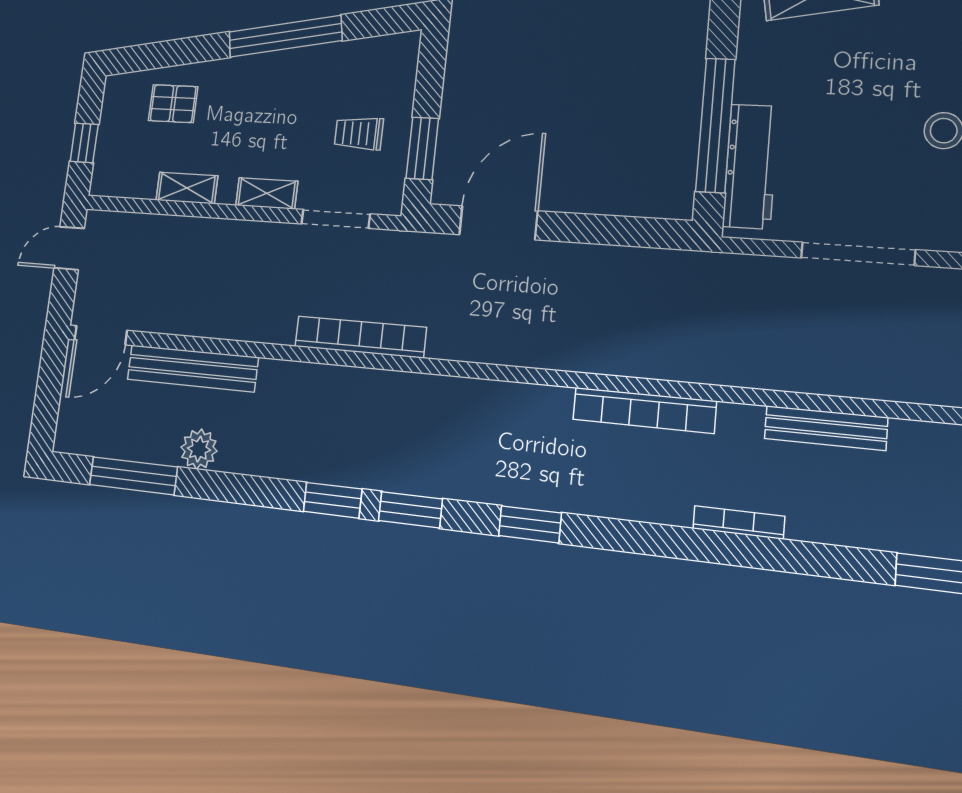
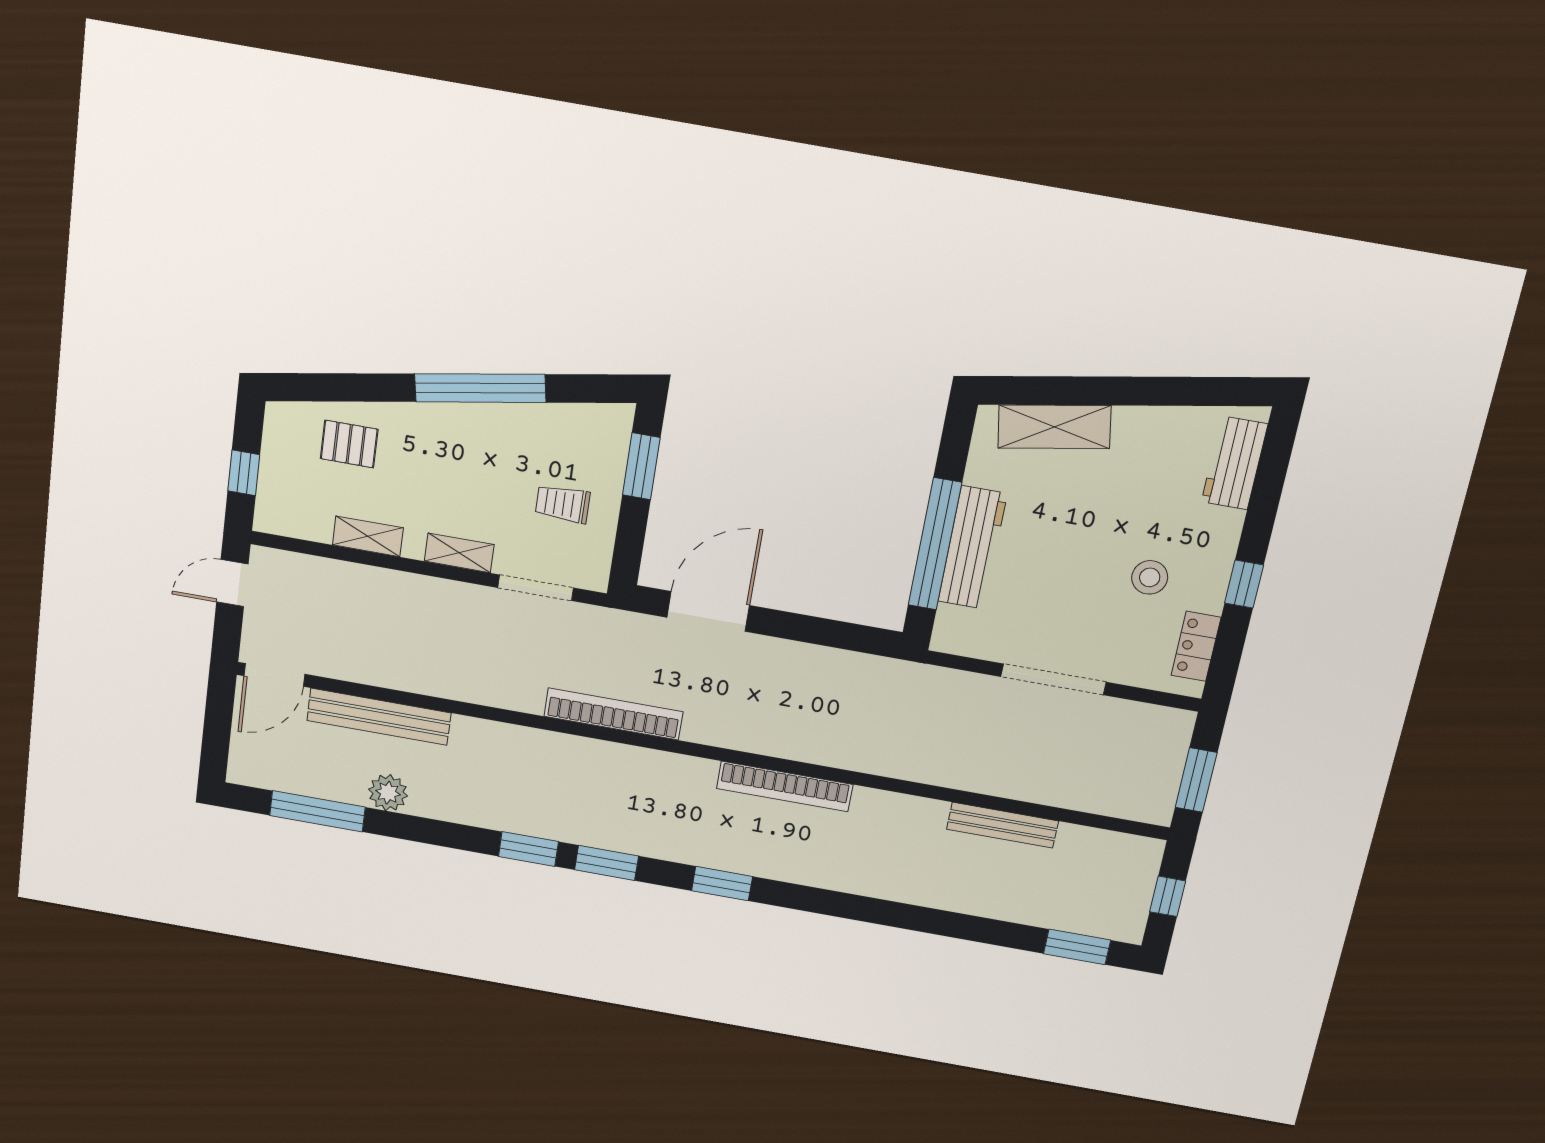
window: (422, 148) -> (641, 466), moved
workbench: (751, 166) -> (972, 548), moved
bookcase: (360, 337) -> (613, 714), moved
bookcase: (644, 410) -> (785, 786), moved
bookcase: (739, 522) -> (915, 896), removed

